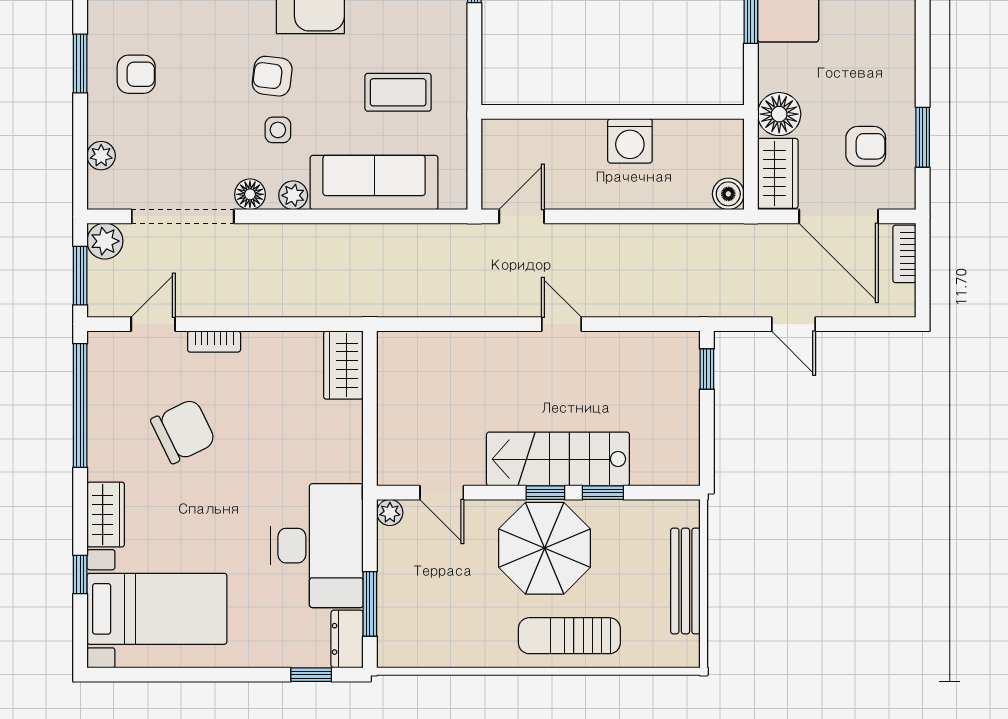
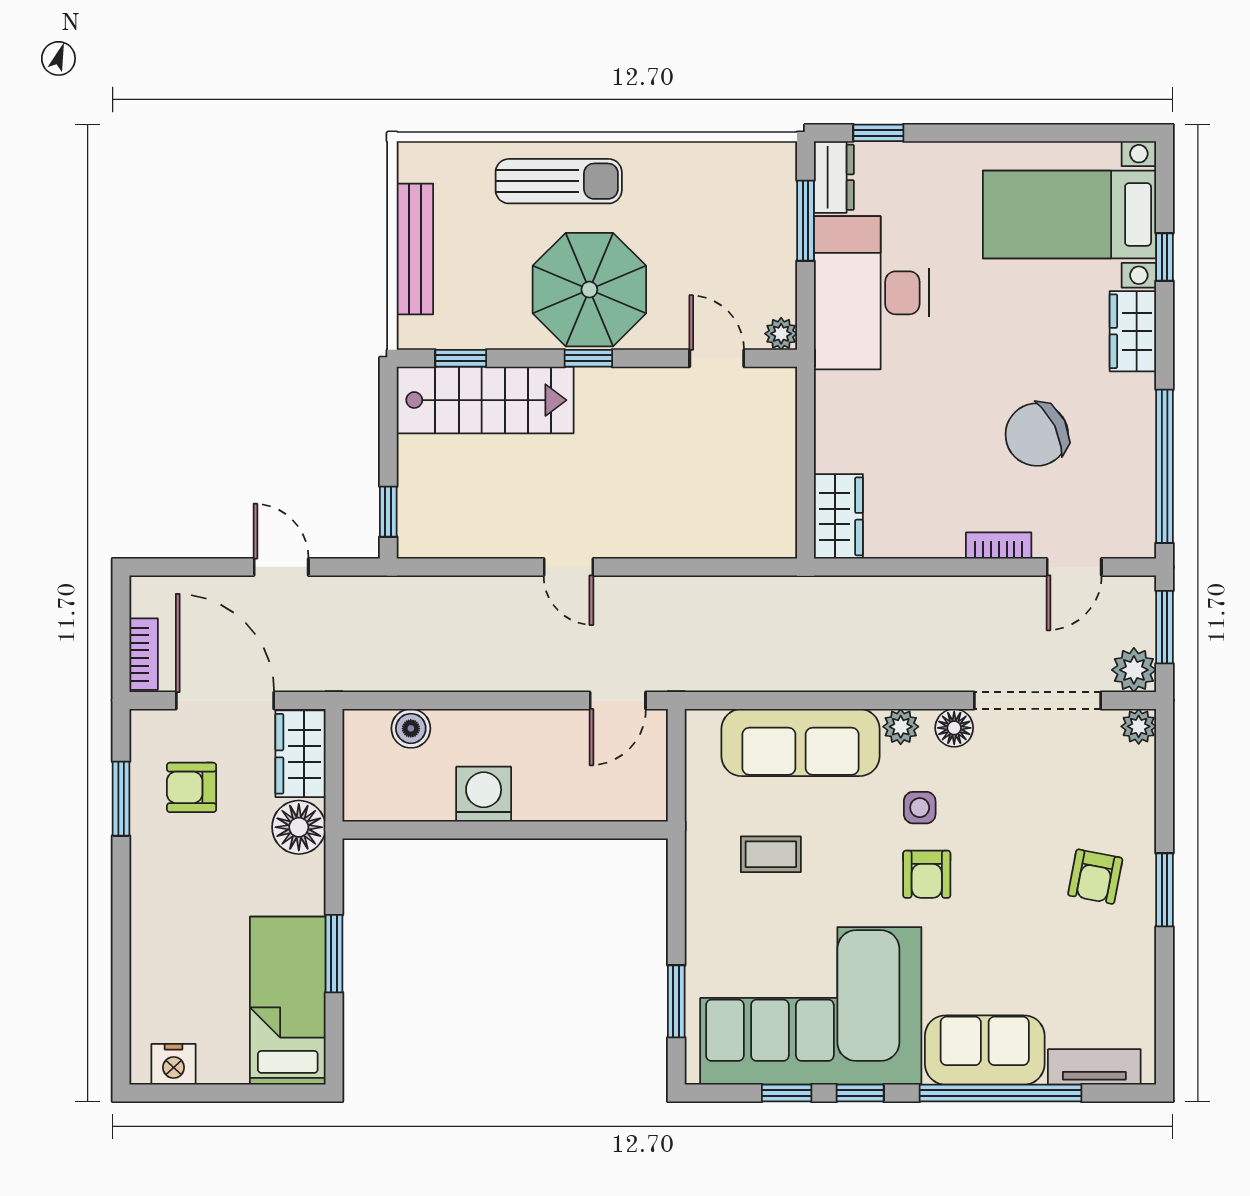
armchair: (136, 74) -> (1095, 877), turned -79
armchair: (272, 76) -> (927, 874), turned 83
coffee table: (398, 92) -> (771, 854), width x0.73, depth x0.77
plant: (101, 156) -> (1139, 726), moved
boiler: (728, 194) -> (411, 728), moved
stairs: (558, 459) -> (485, 400), moved
window: (603, 493) -> (461, 358), moved

